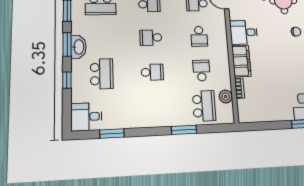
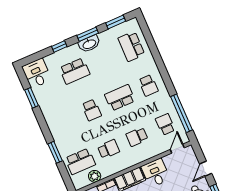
school desk: (151, 38) -> (120, 98), width x1.85

